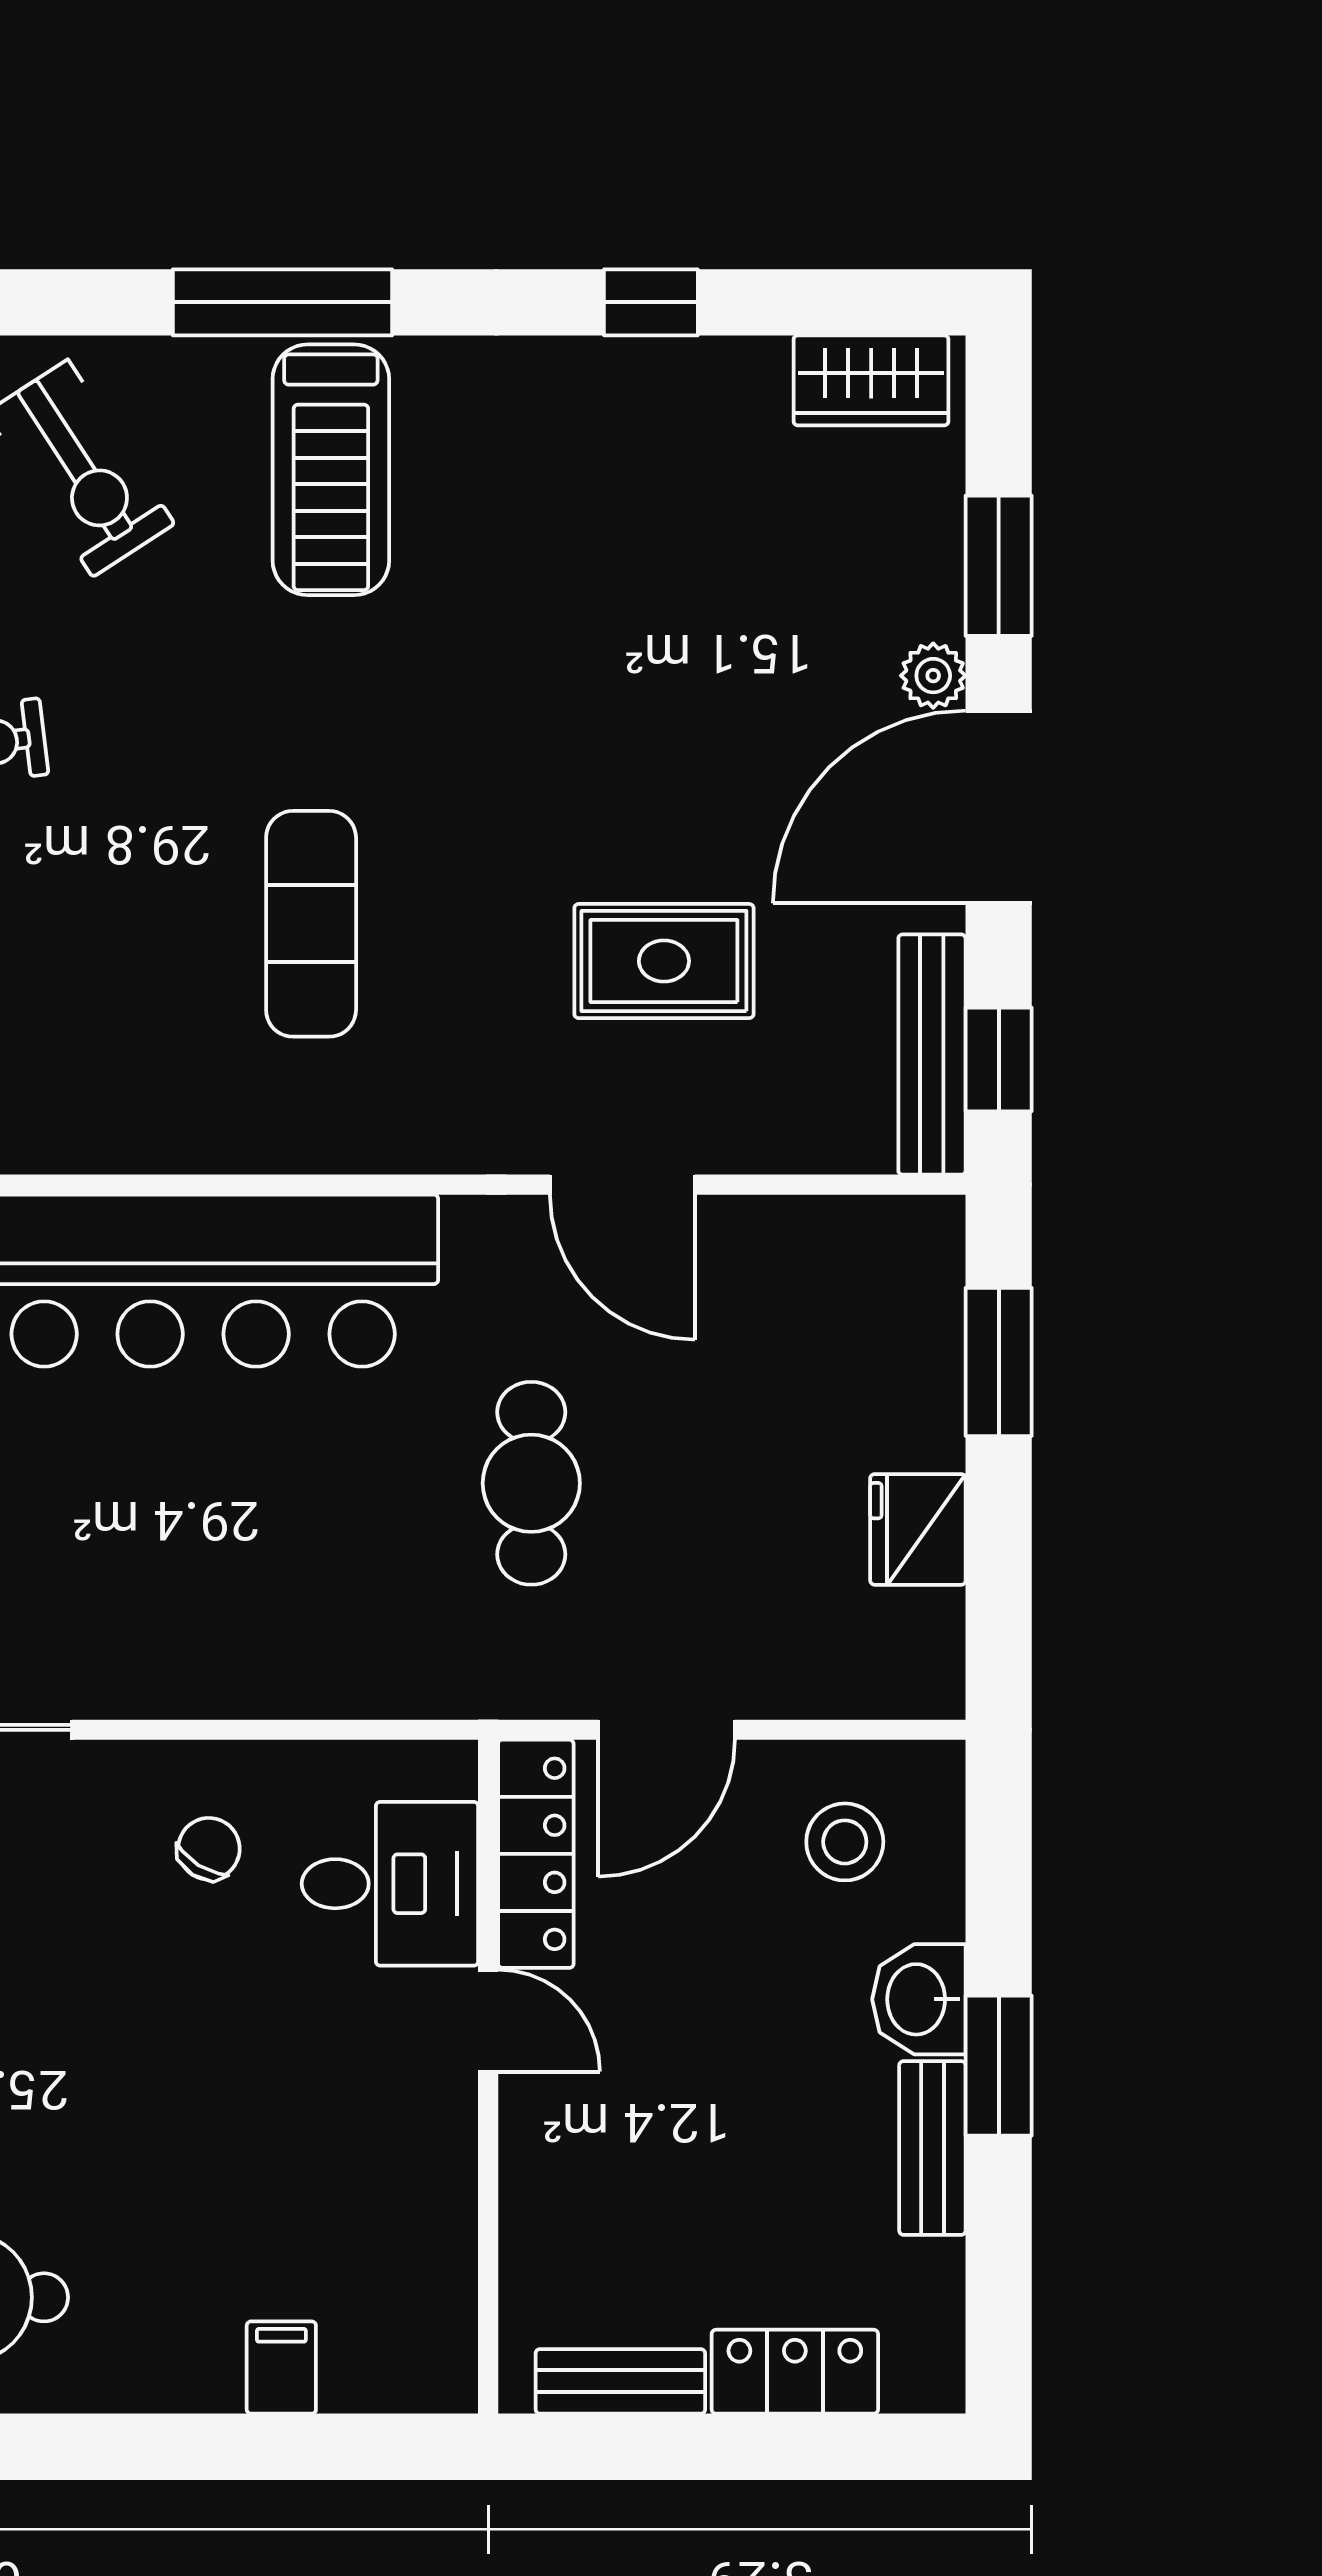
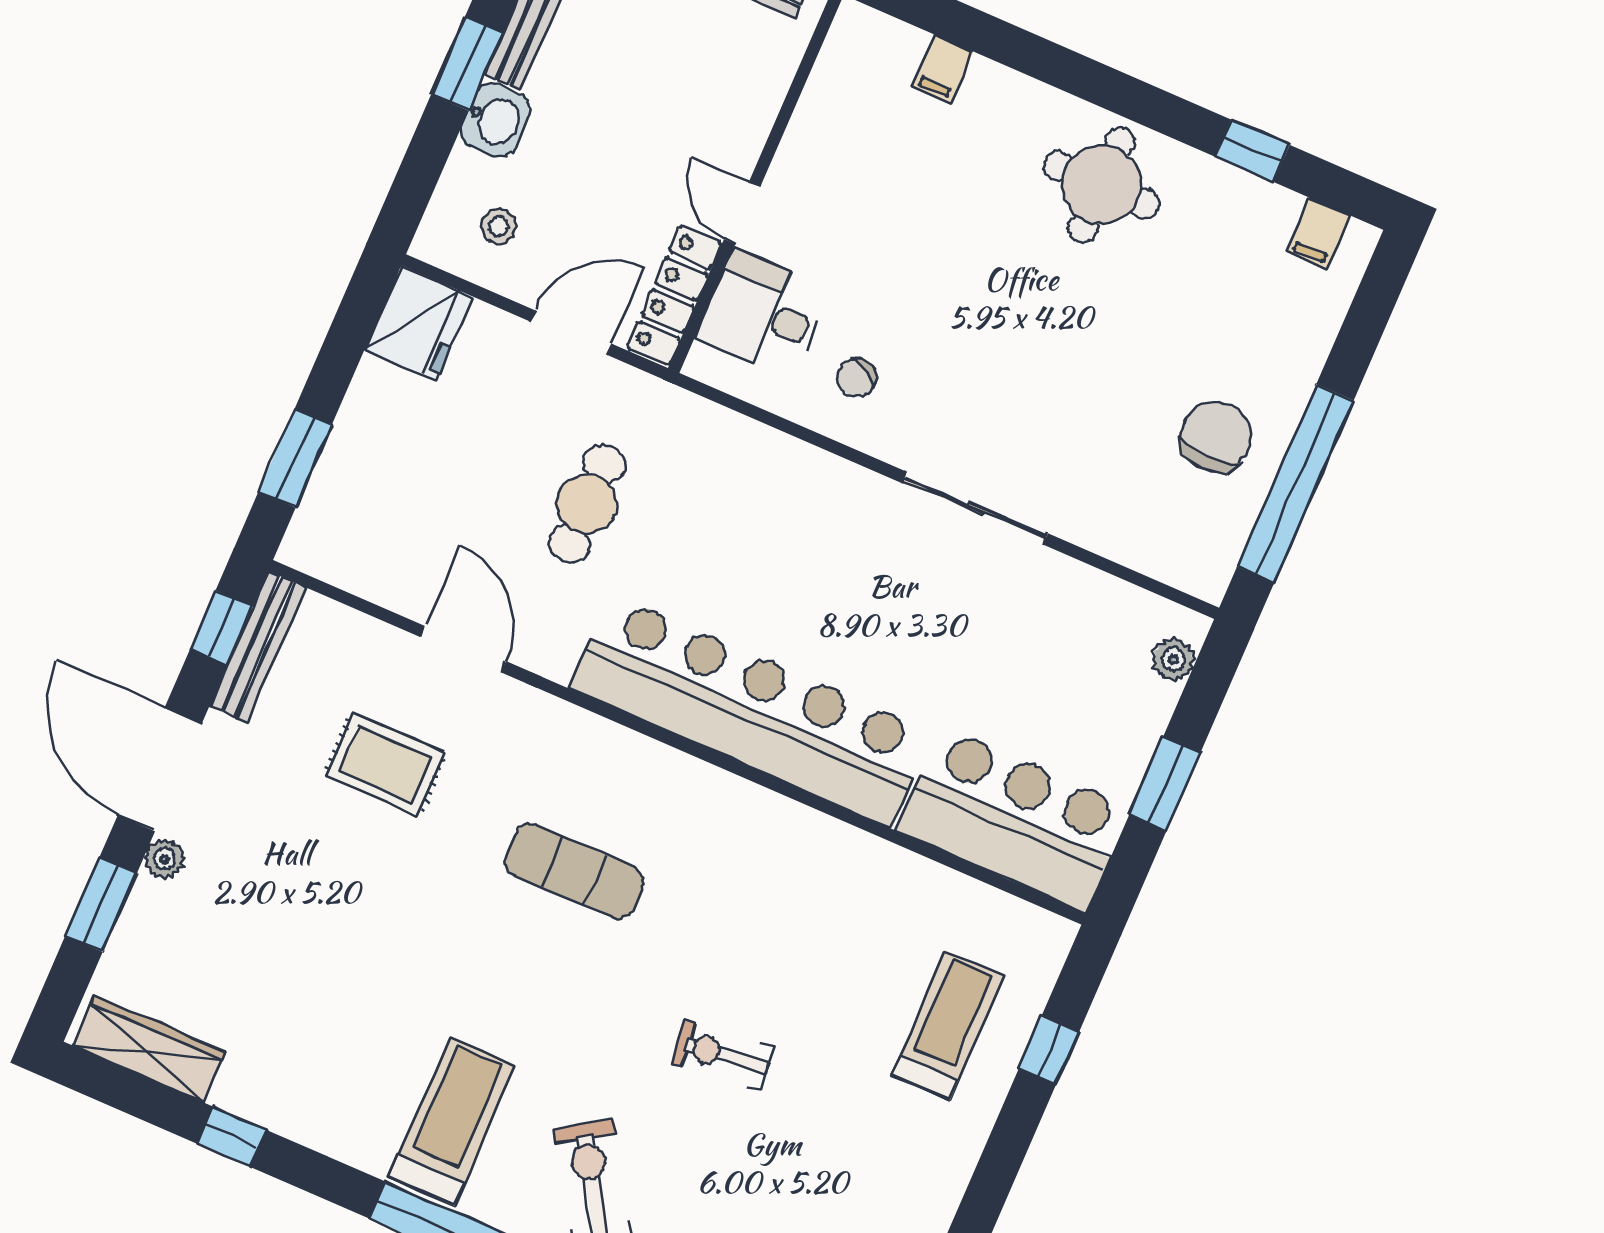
wardrobe: (871, 380) -> (149, 1049), width x1.50
door: (999, 807) -> (160, 769), swing flipped
exercise mat: (311, 924) -> (574, 871), turned 90
fridge: (918, 1529) -> (418, 323), moved, width x1.36, depth x1.34
stool: (845, 1842) -> (499, 226), width x0.73, depth x0.73

